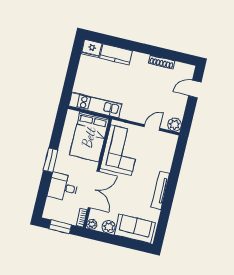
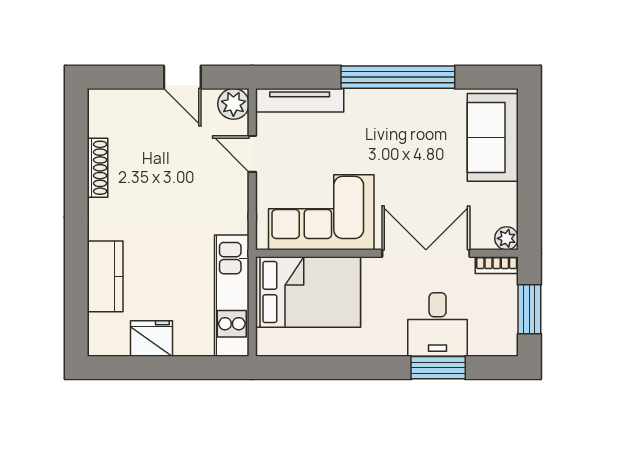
fridge: (92, 49) -> (152, 338), moved, turned -90
door: (195, 89) -> (182, 77), moved
window: (51, 160) -> (438, 368), moved
tv unit: (160, 190) -> (300, 100), moved
window: (169, 195) -> (398, 77), added
plant: (109, 227) -> (503, 199), removed

